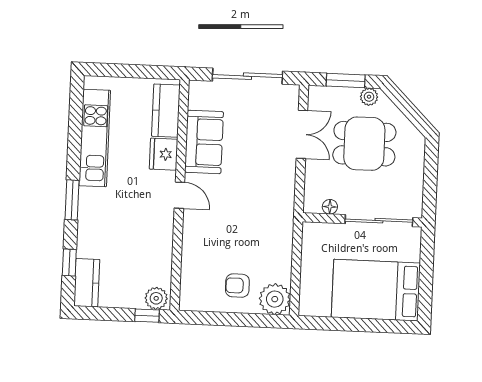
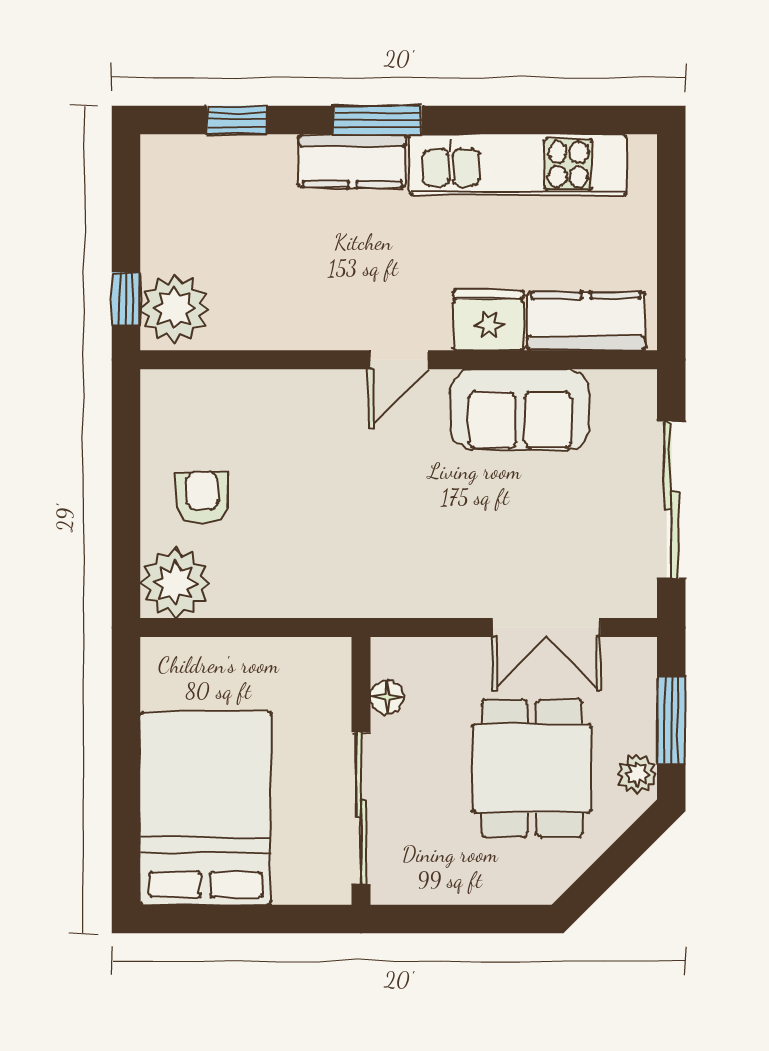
kitchen counter: (87, 283) -> (352, 161), moved
plant: (156, 298) -> (175, 308), width x1.36, depth x1.36

